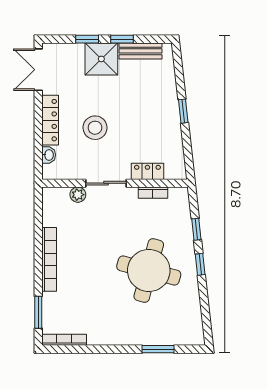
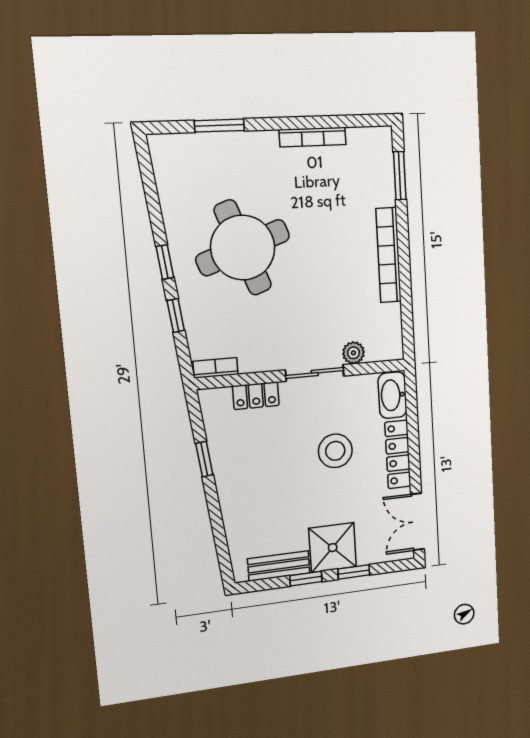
double door: (38, 70) -> (418, 522), swing flipped
window: (183, 111) -> (204, 459), moved
washbasin: (49, 155) -> (393, 395), width x1.91, depth x1.45
bookcase: (153, 193) -> (216, 368), moved
round table: (149, 270) -> (243, 248), turned -35
bookcase: (64, 340) -> (313, 137), moved

